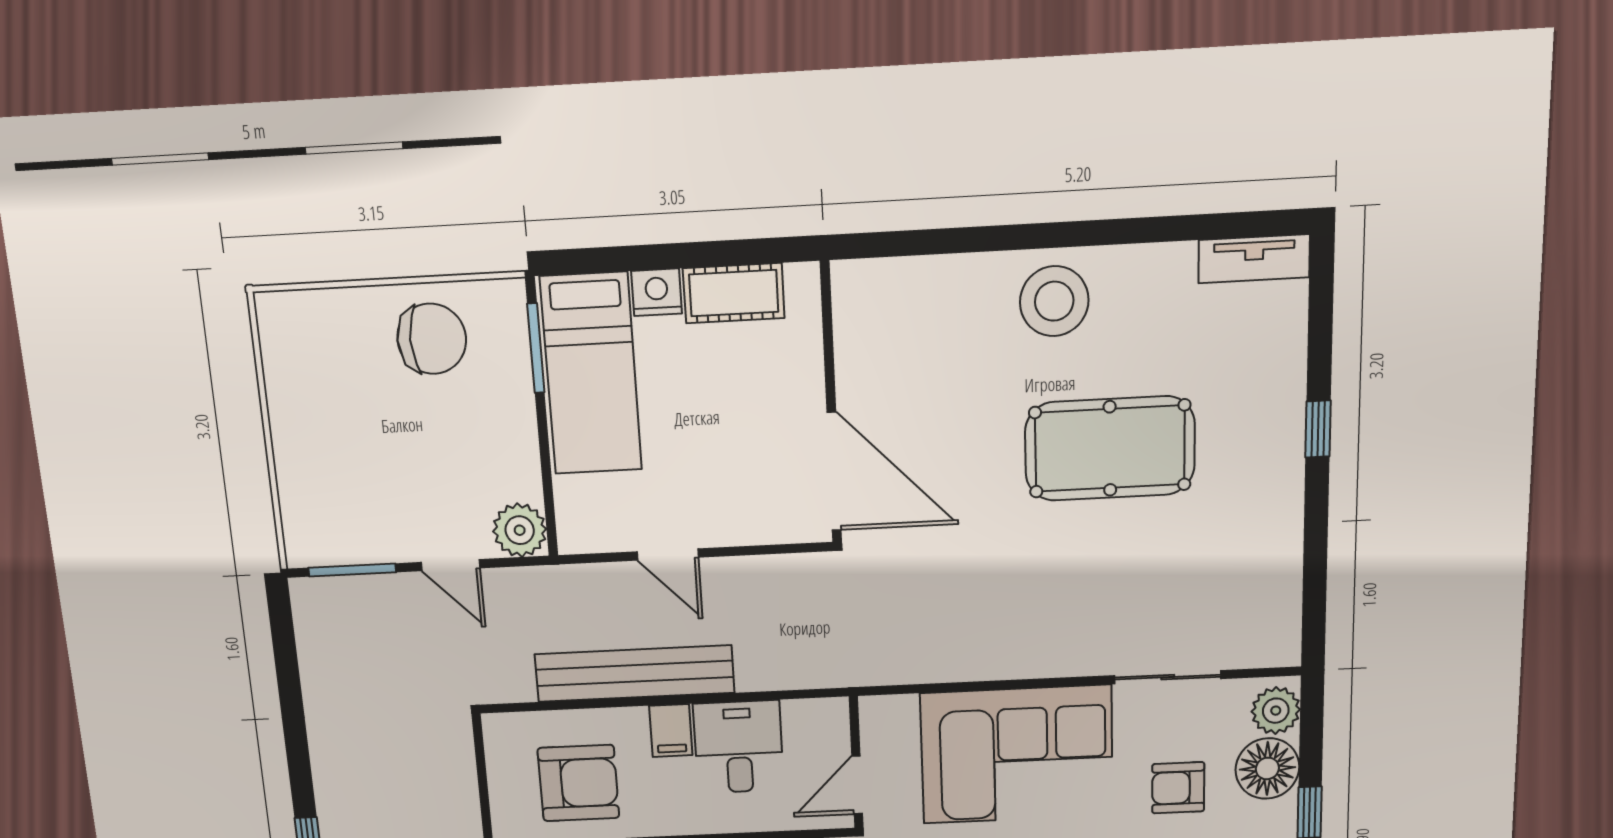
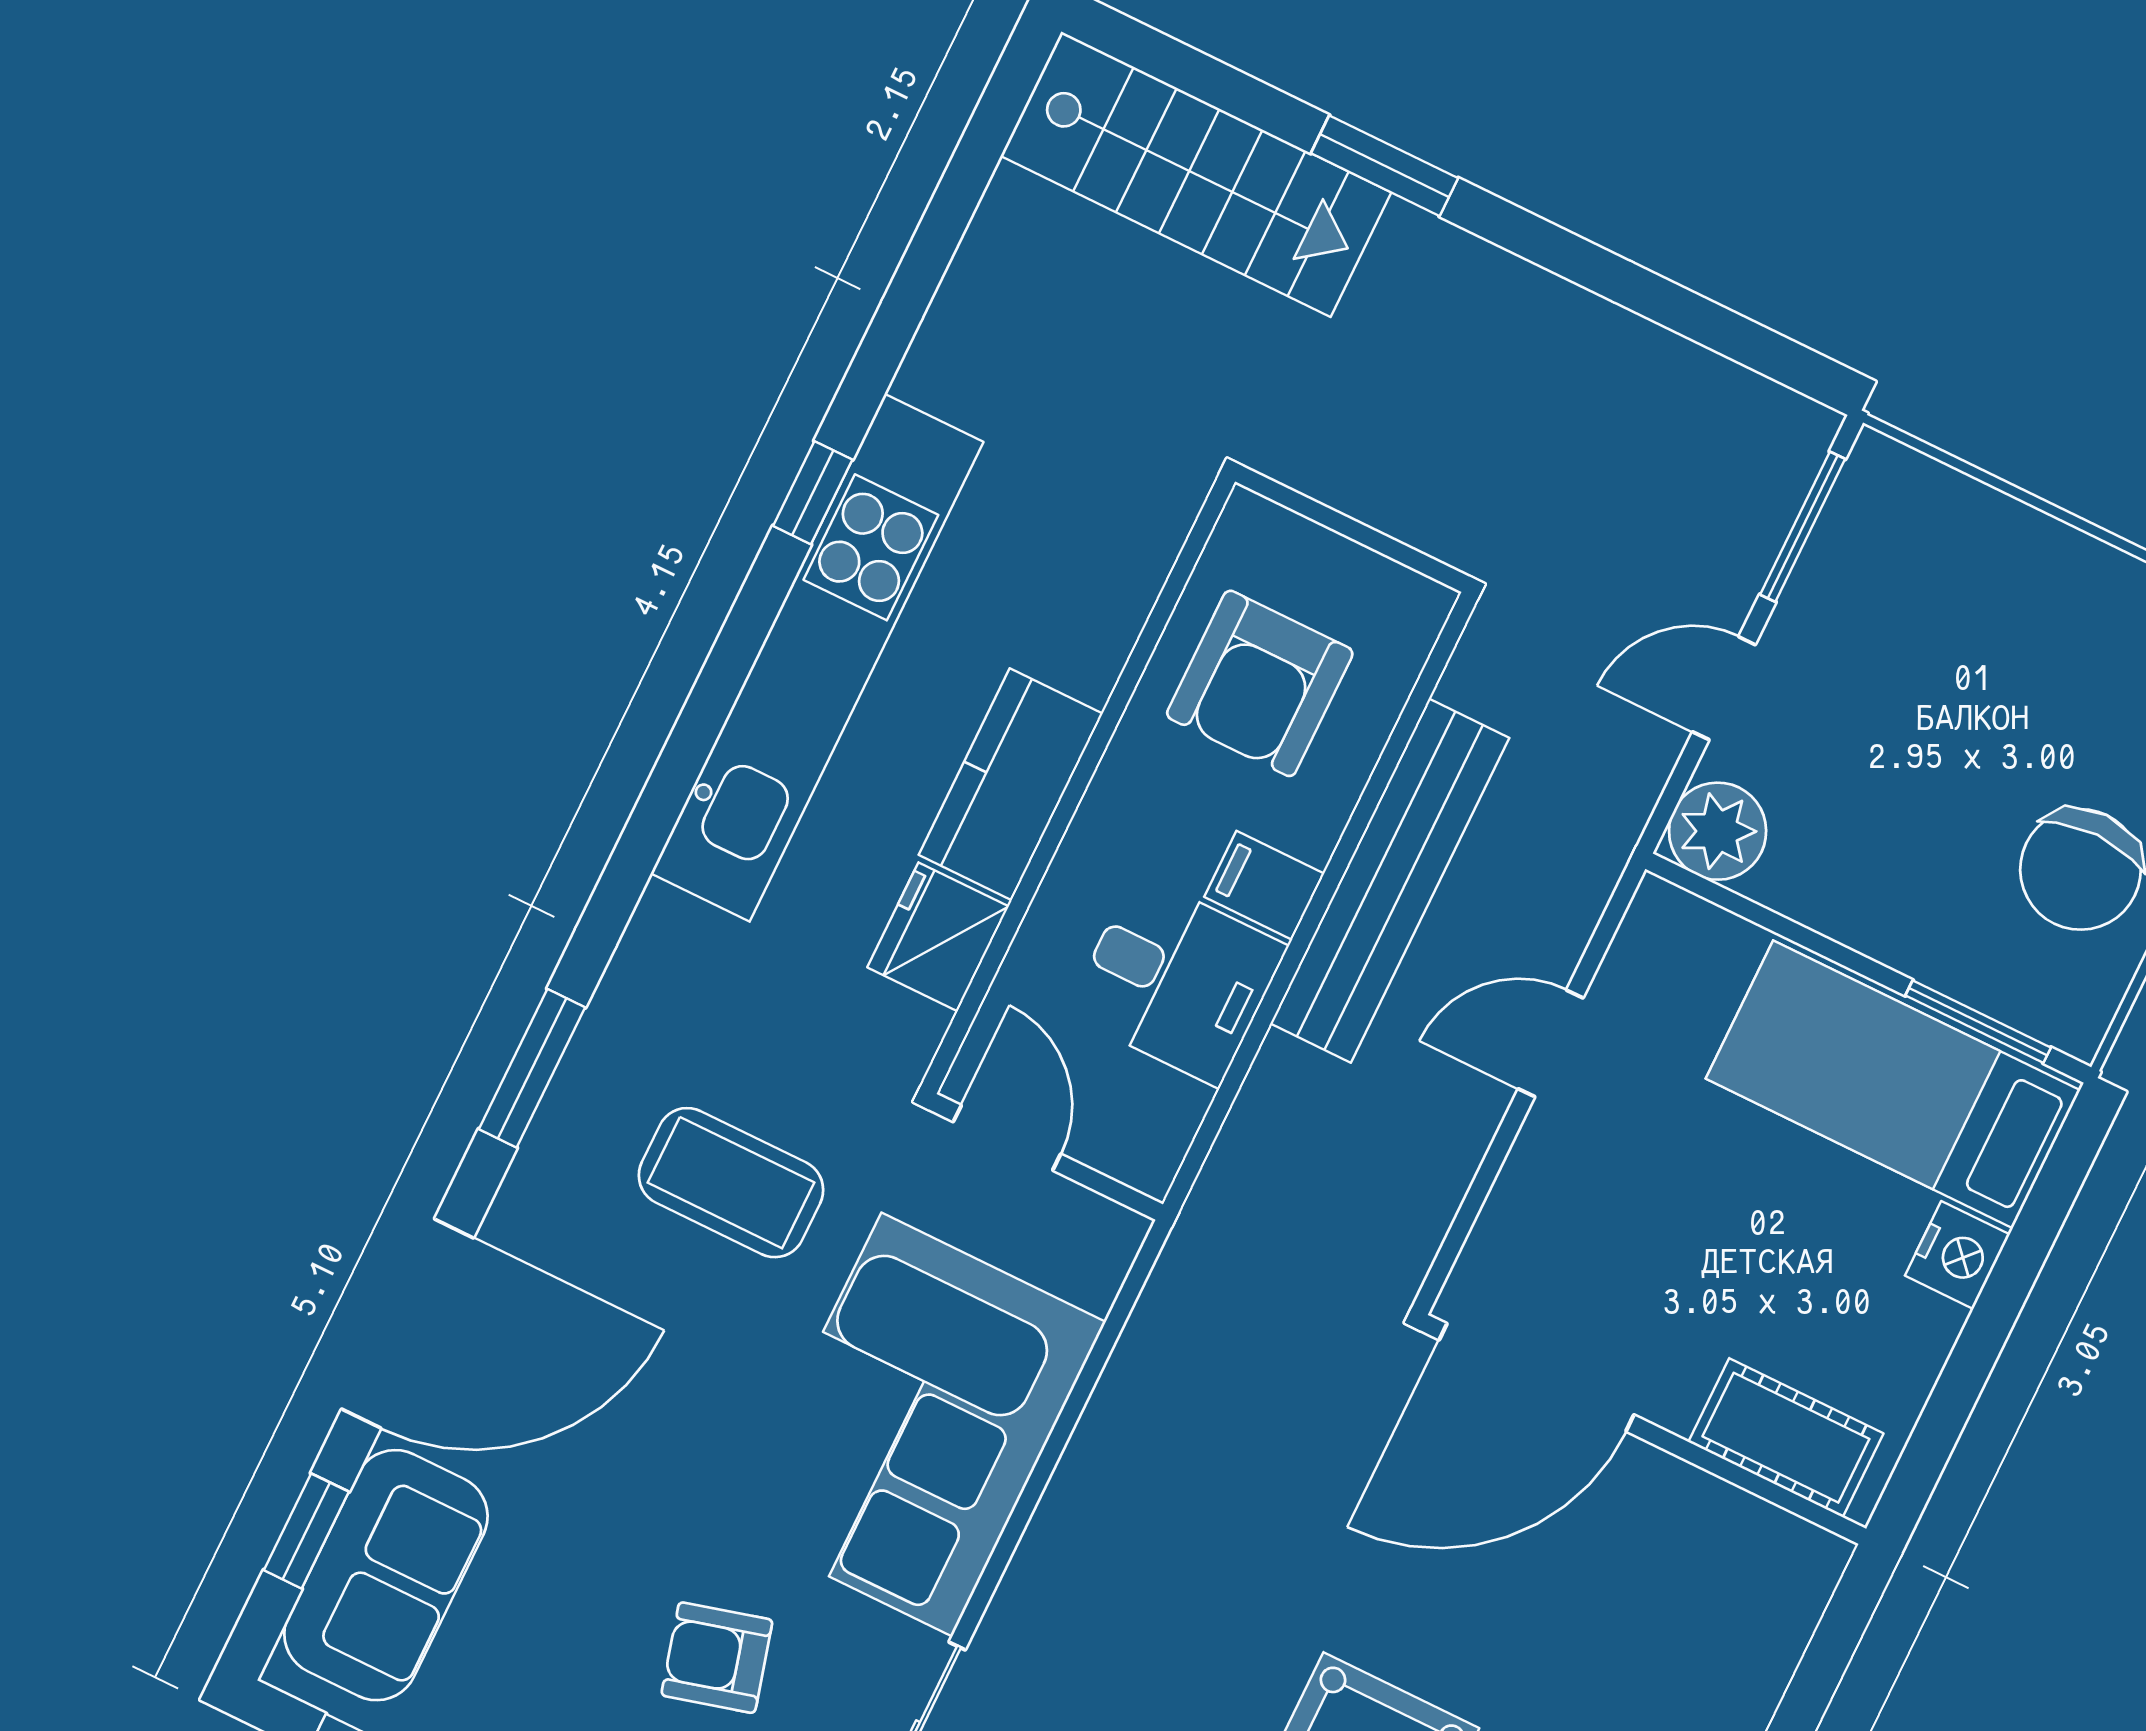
cot: (734, 293) -> (1786, 1438), moved, turned 90
armchair: (1178, 788) -> (717, 1658), turned -105

